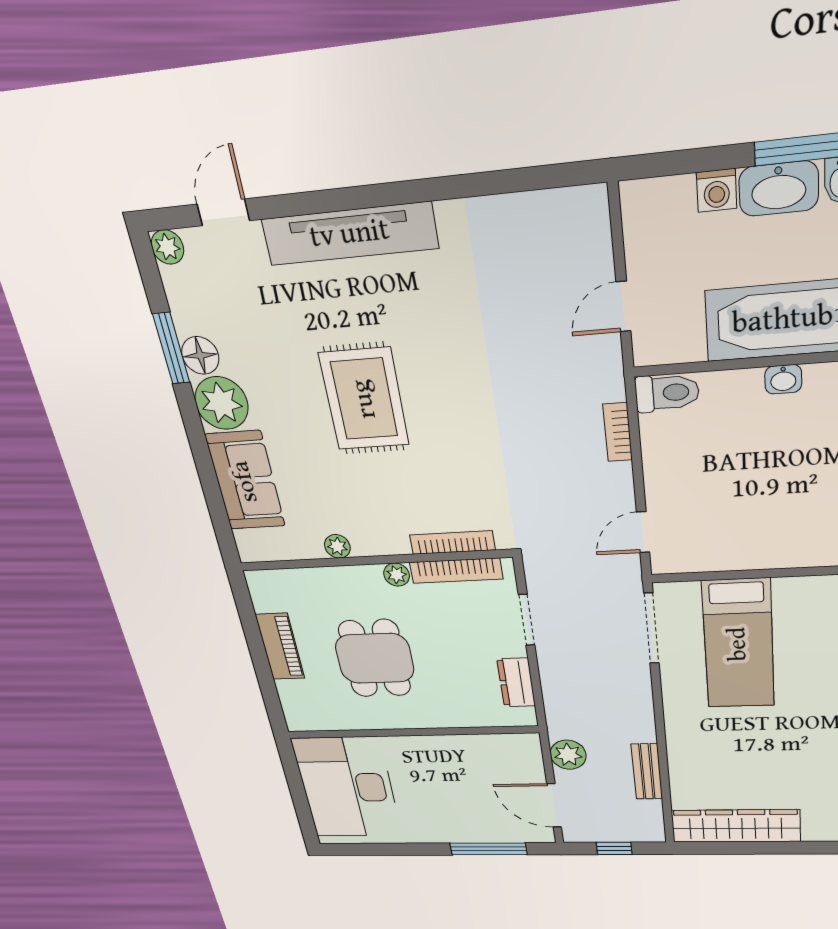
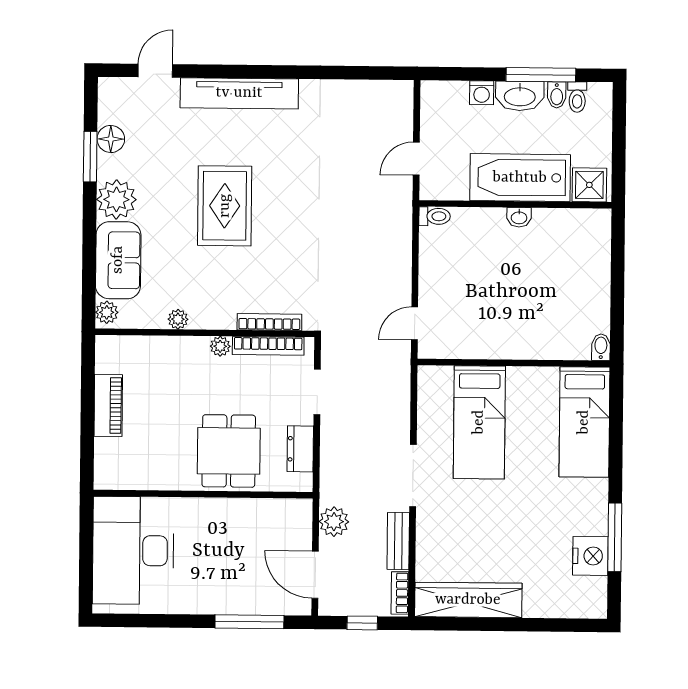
plant: (167, 247) -> (107, 312), moved
floor lamp: (200, 355) -> (111, 139), moved
toilet: (667, 393) -> (435, 216), width x0.73, depth x0.72
bookcase: (618, 432) -> (400, 593), moved
doorway: (651, 629) -> (413, 476), moved
dining table: (375, 658) -> (229, 451), moved

